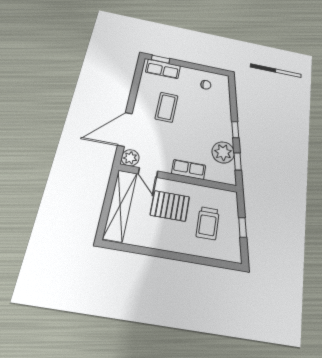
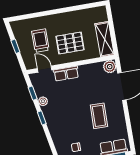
plant: (223, 152) -> (43, 101), width x0.53, depth x0.53
door: (148, 173) -> (45, 69), moved
shelving: (120, 205) -> (105, 39), width x0.68

